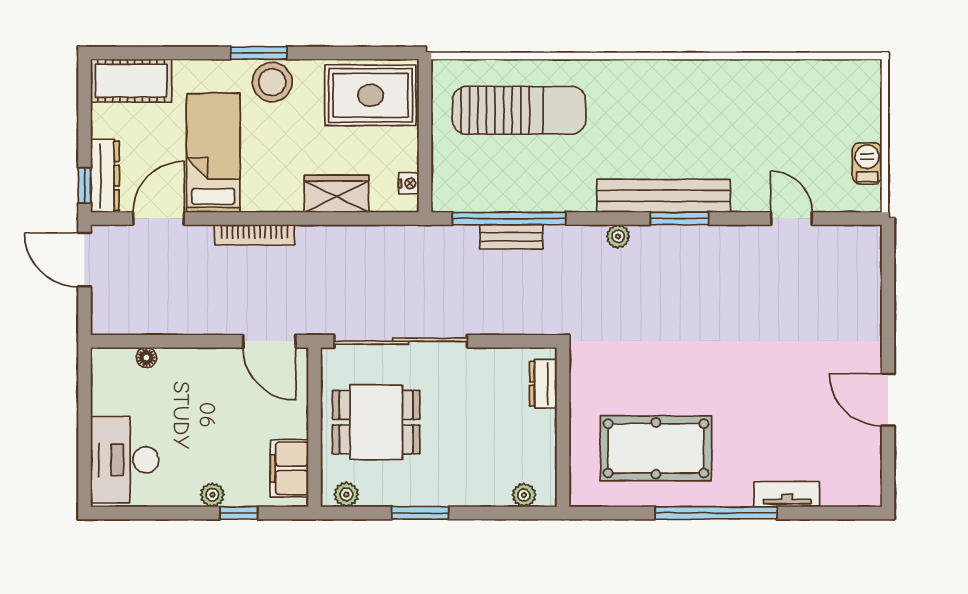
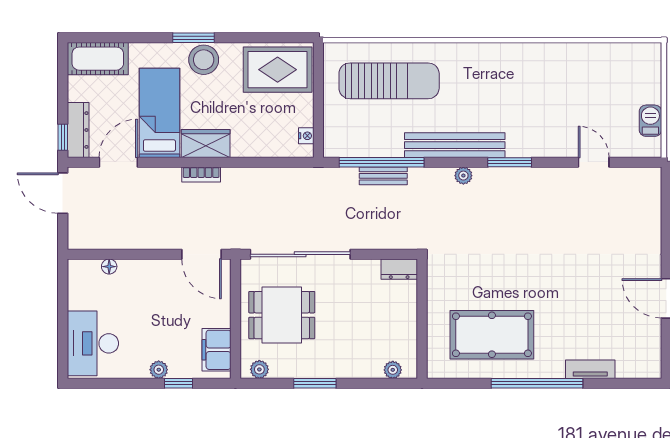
wardrobe: (336, 194) -> (206, 144), moved
bench: (664, 196) -> (455, 145), moved
bookcase: (254, 235) -> (201, 174), width x0.64
dresser: (543, 384) -> (399, 269), moved, turned -90

